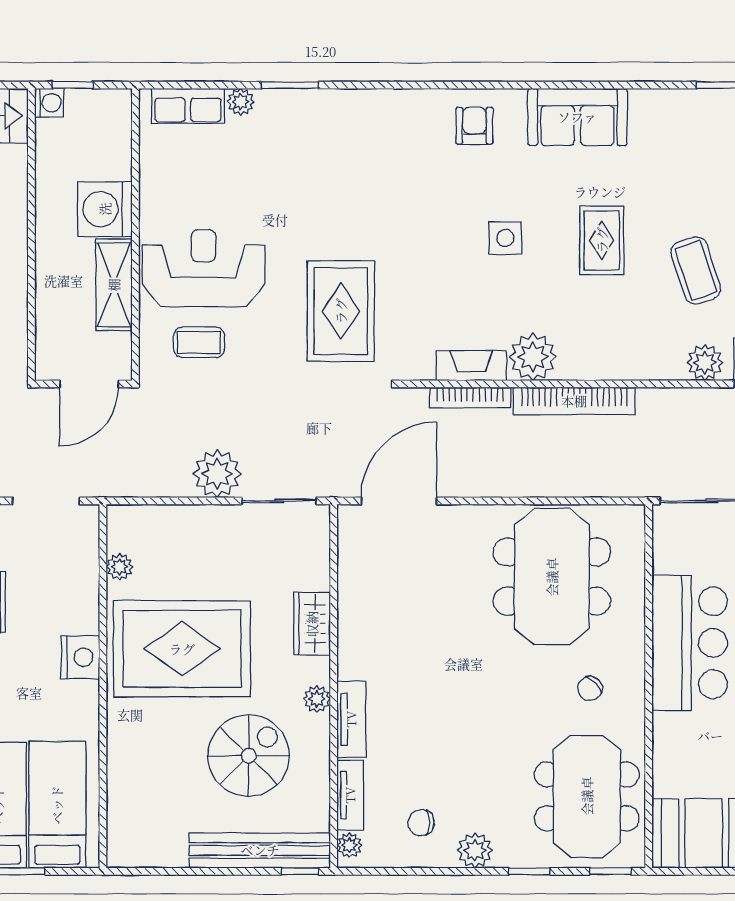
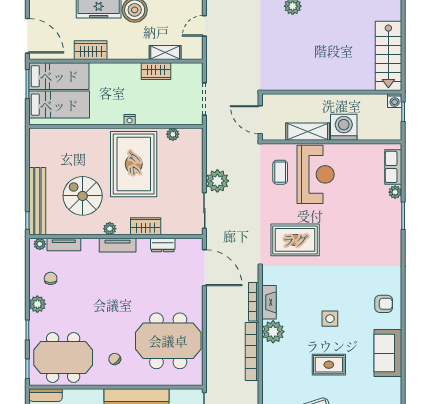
dresser: (351, 588) -> (163, 245), added
nightstand: (80, 657) -> (130, 120), width x0.53, depth x0.56
tv unit: (351, 719) -> (118, 245), moved
spiral stairs: (249, 756) -> (83, 196), turned 180

